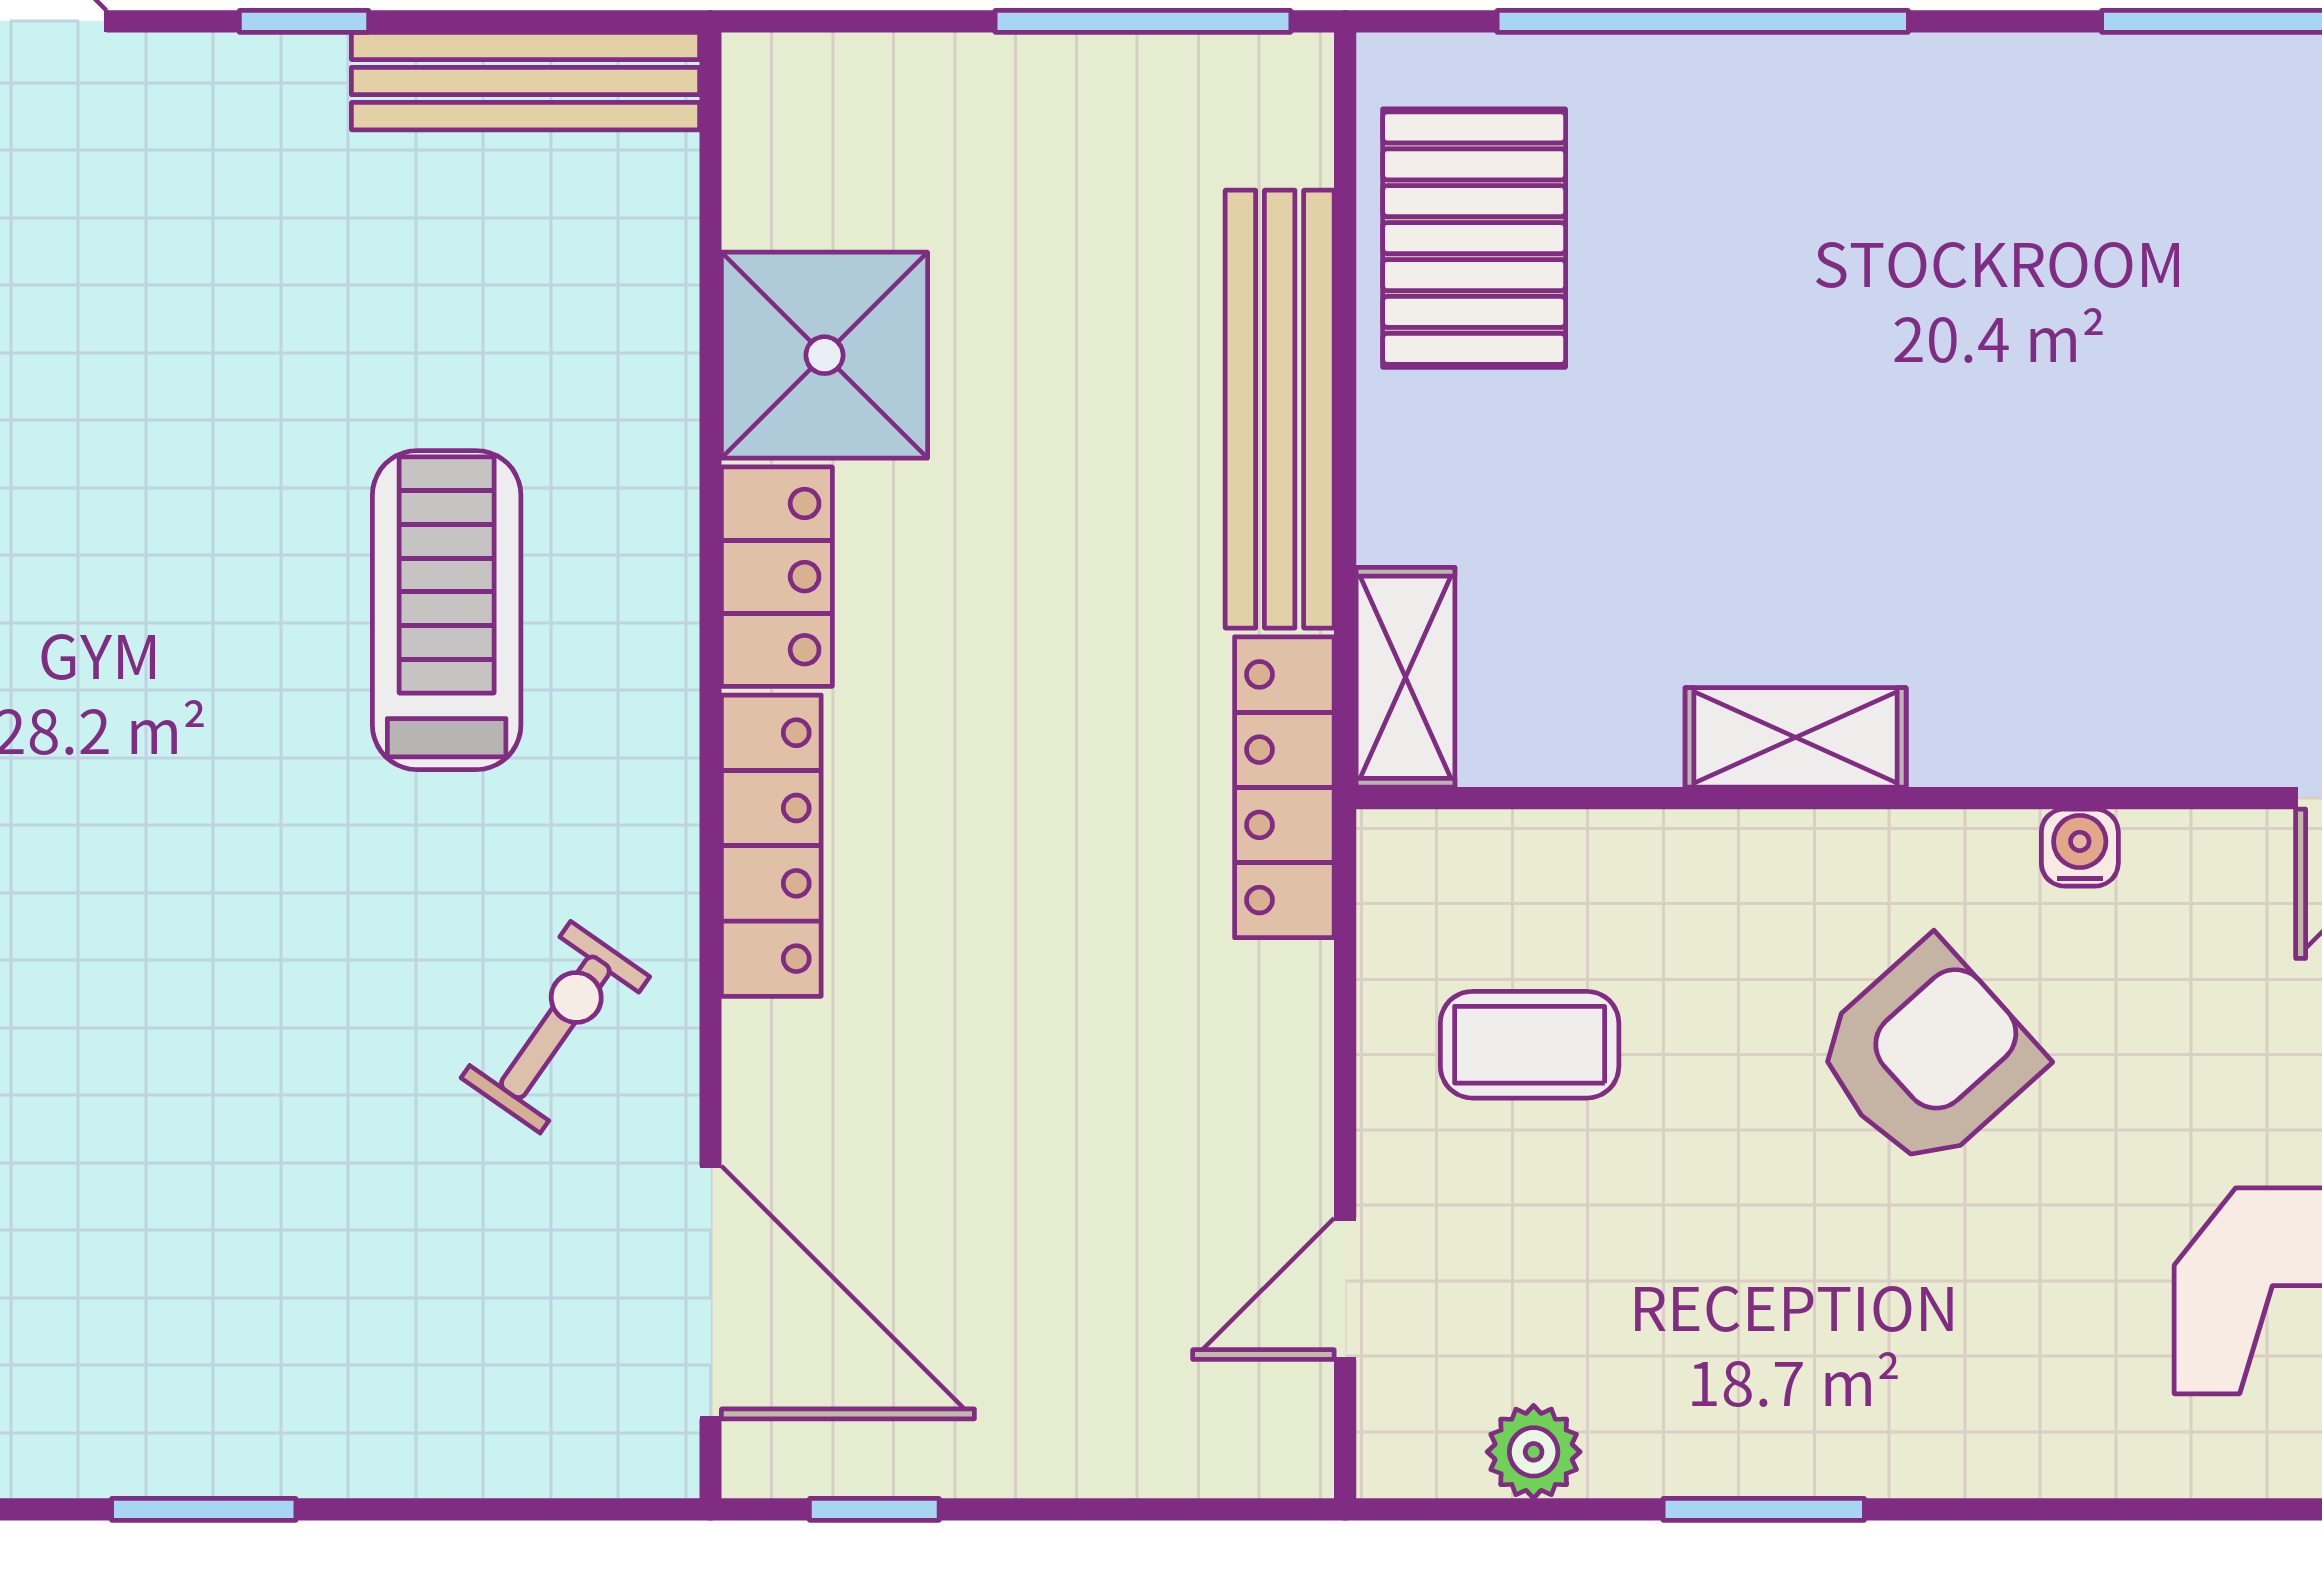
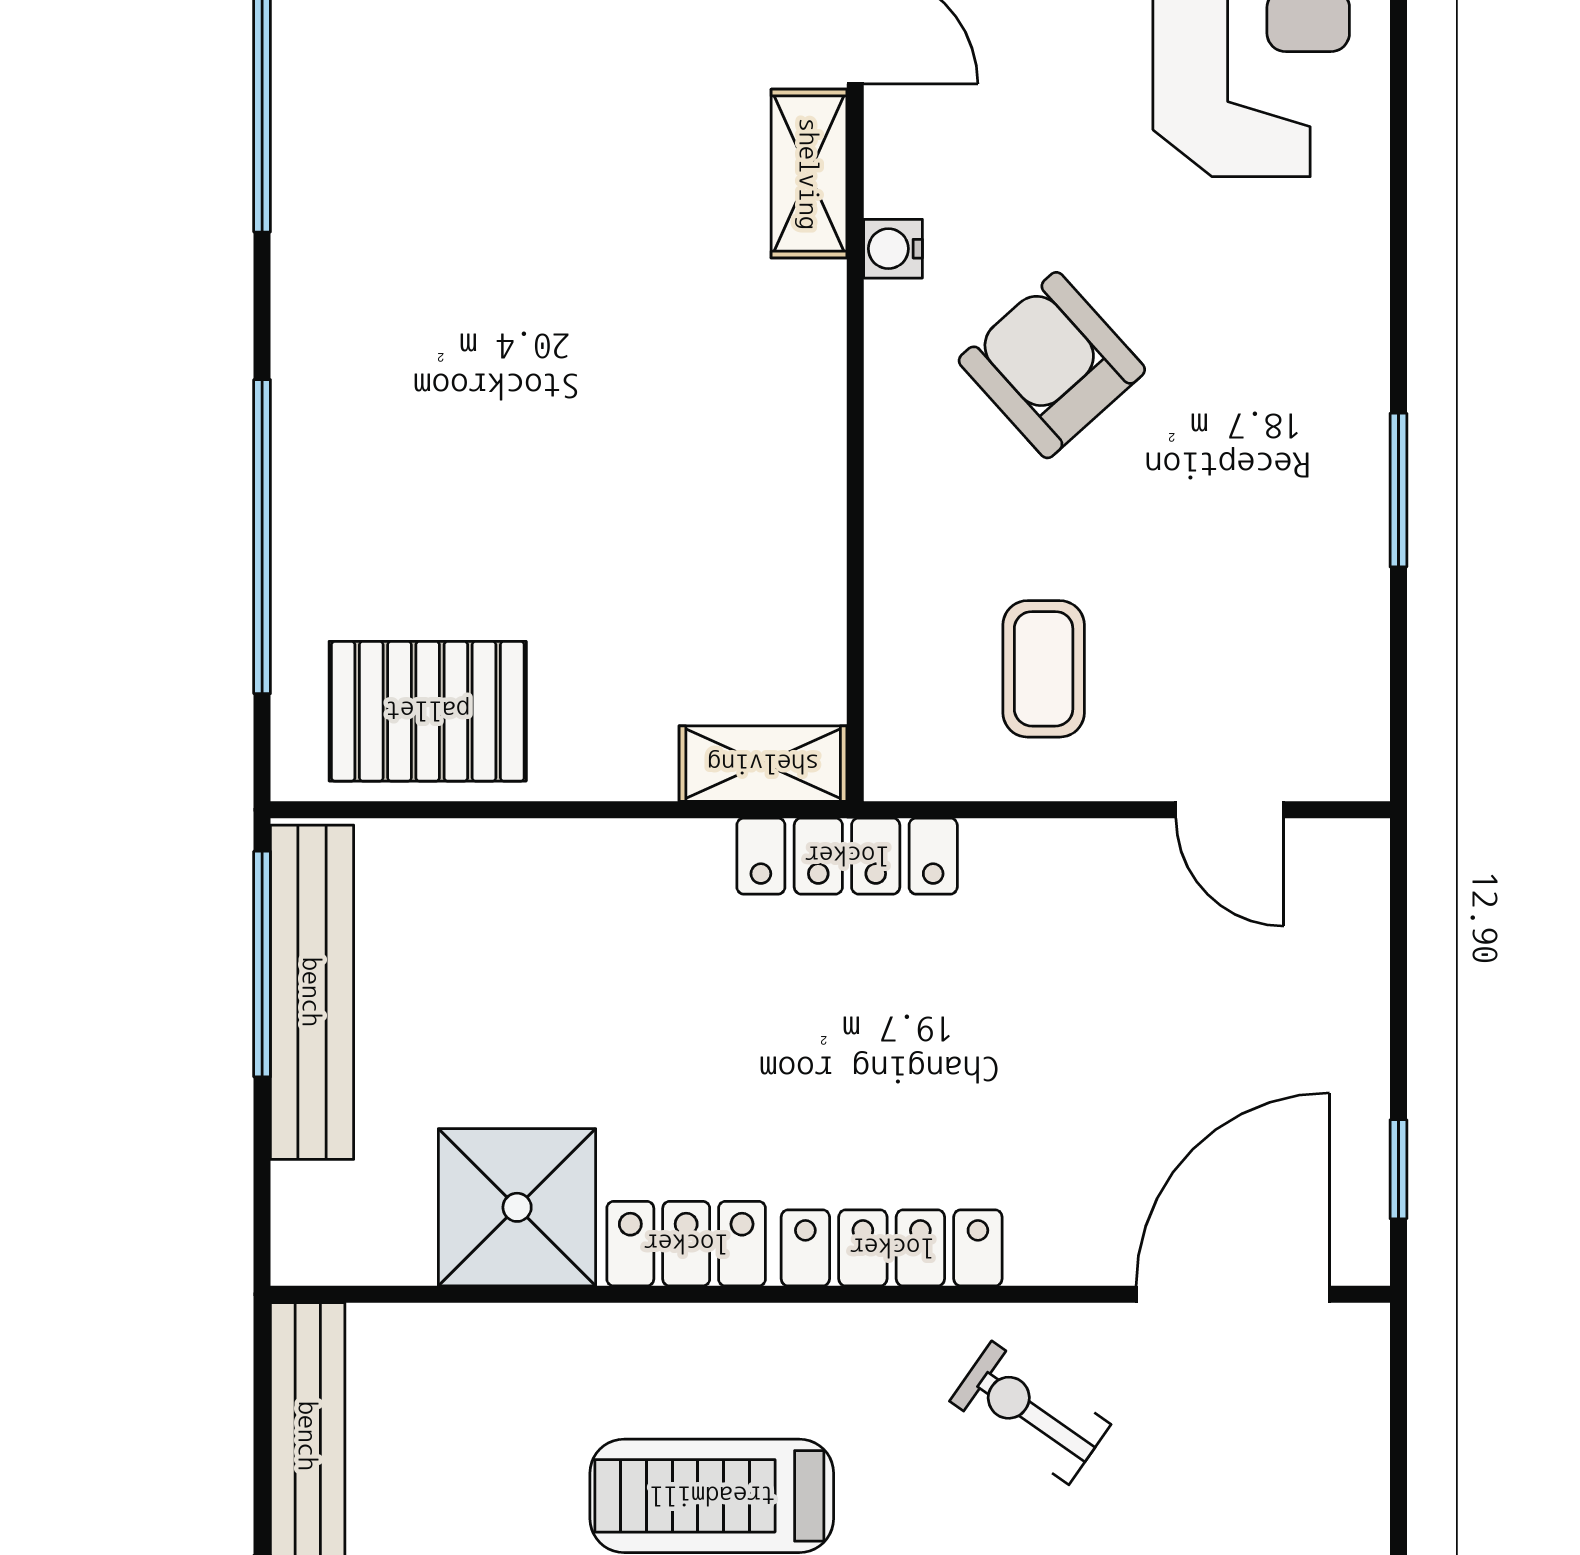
bench: (1280, 409) -> (312, 992), moved, turned 90
shelving: (1796, 737) -> (809, 174), moved
plant: (1534, 1452) -> (1355, 666), removed

